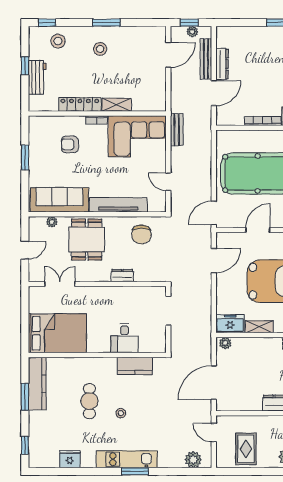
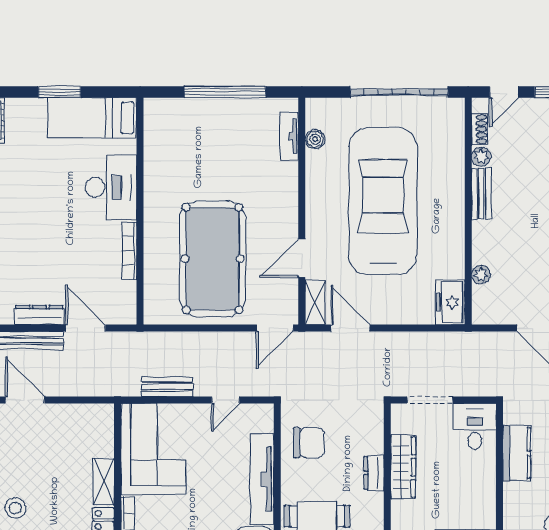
bench: (177, 130) -> (167, 387), moved
door: (214, 213) -> (275, 328), hinge flipped
door: (258, 230) -> (302, 258), hinge flipped
wardrobe: (126, 294) -> (403, 467), added
shelving: (259, 327) -> (315, 302), moved
desk: (124, 338) -> (475, 426), moved, turned -90
plant: (225, 343) -> (481, 275), moved

